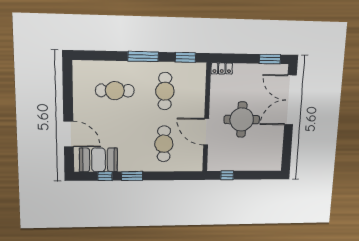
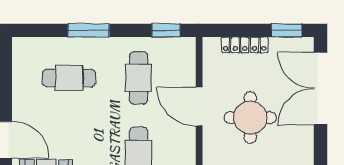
window: (143, 56) -> (89, 30), moved
locker: (222, 68) -> (245, 45), moved, width x1.53
door: (206, 132) -> (199, 107), moved

